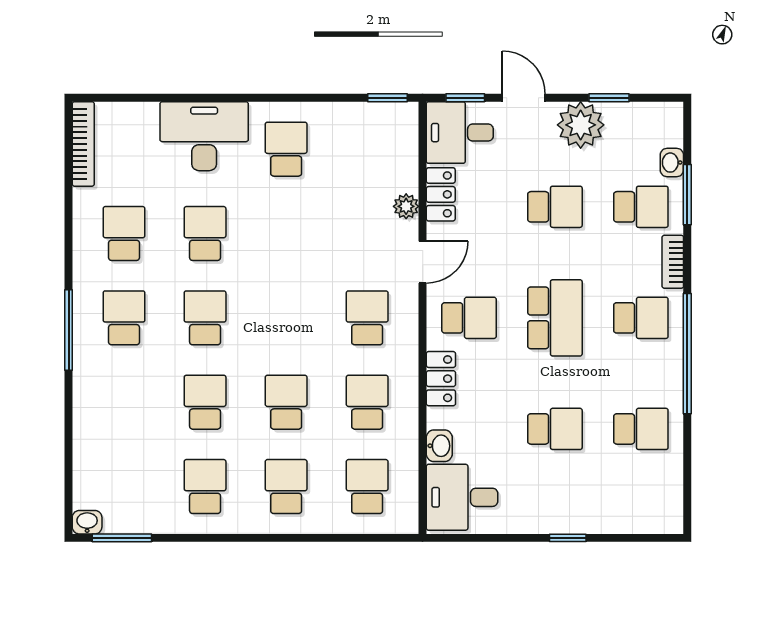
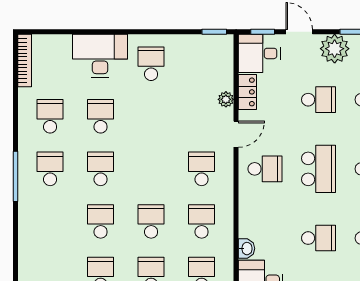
locker: (441, 379) -> (248, 207), removed

